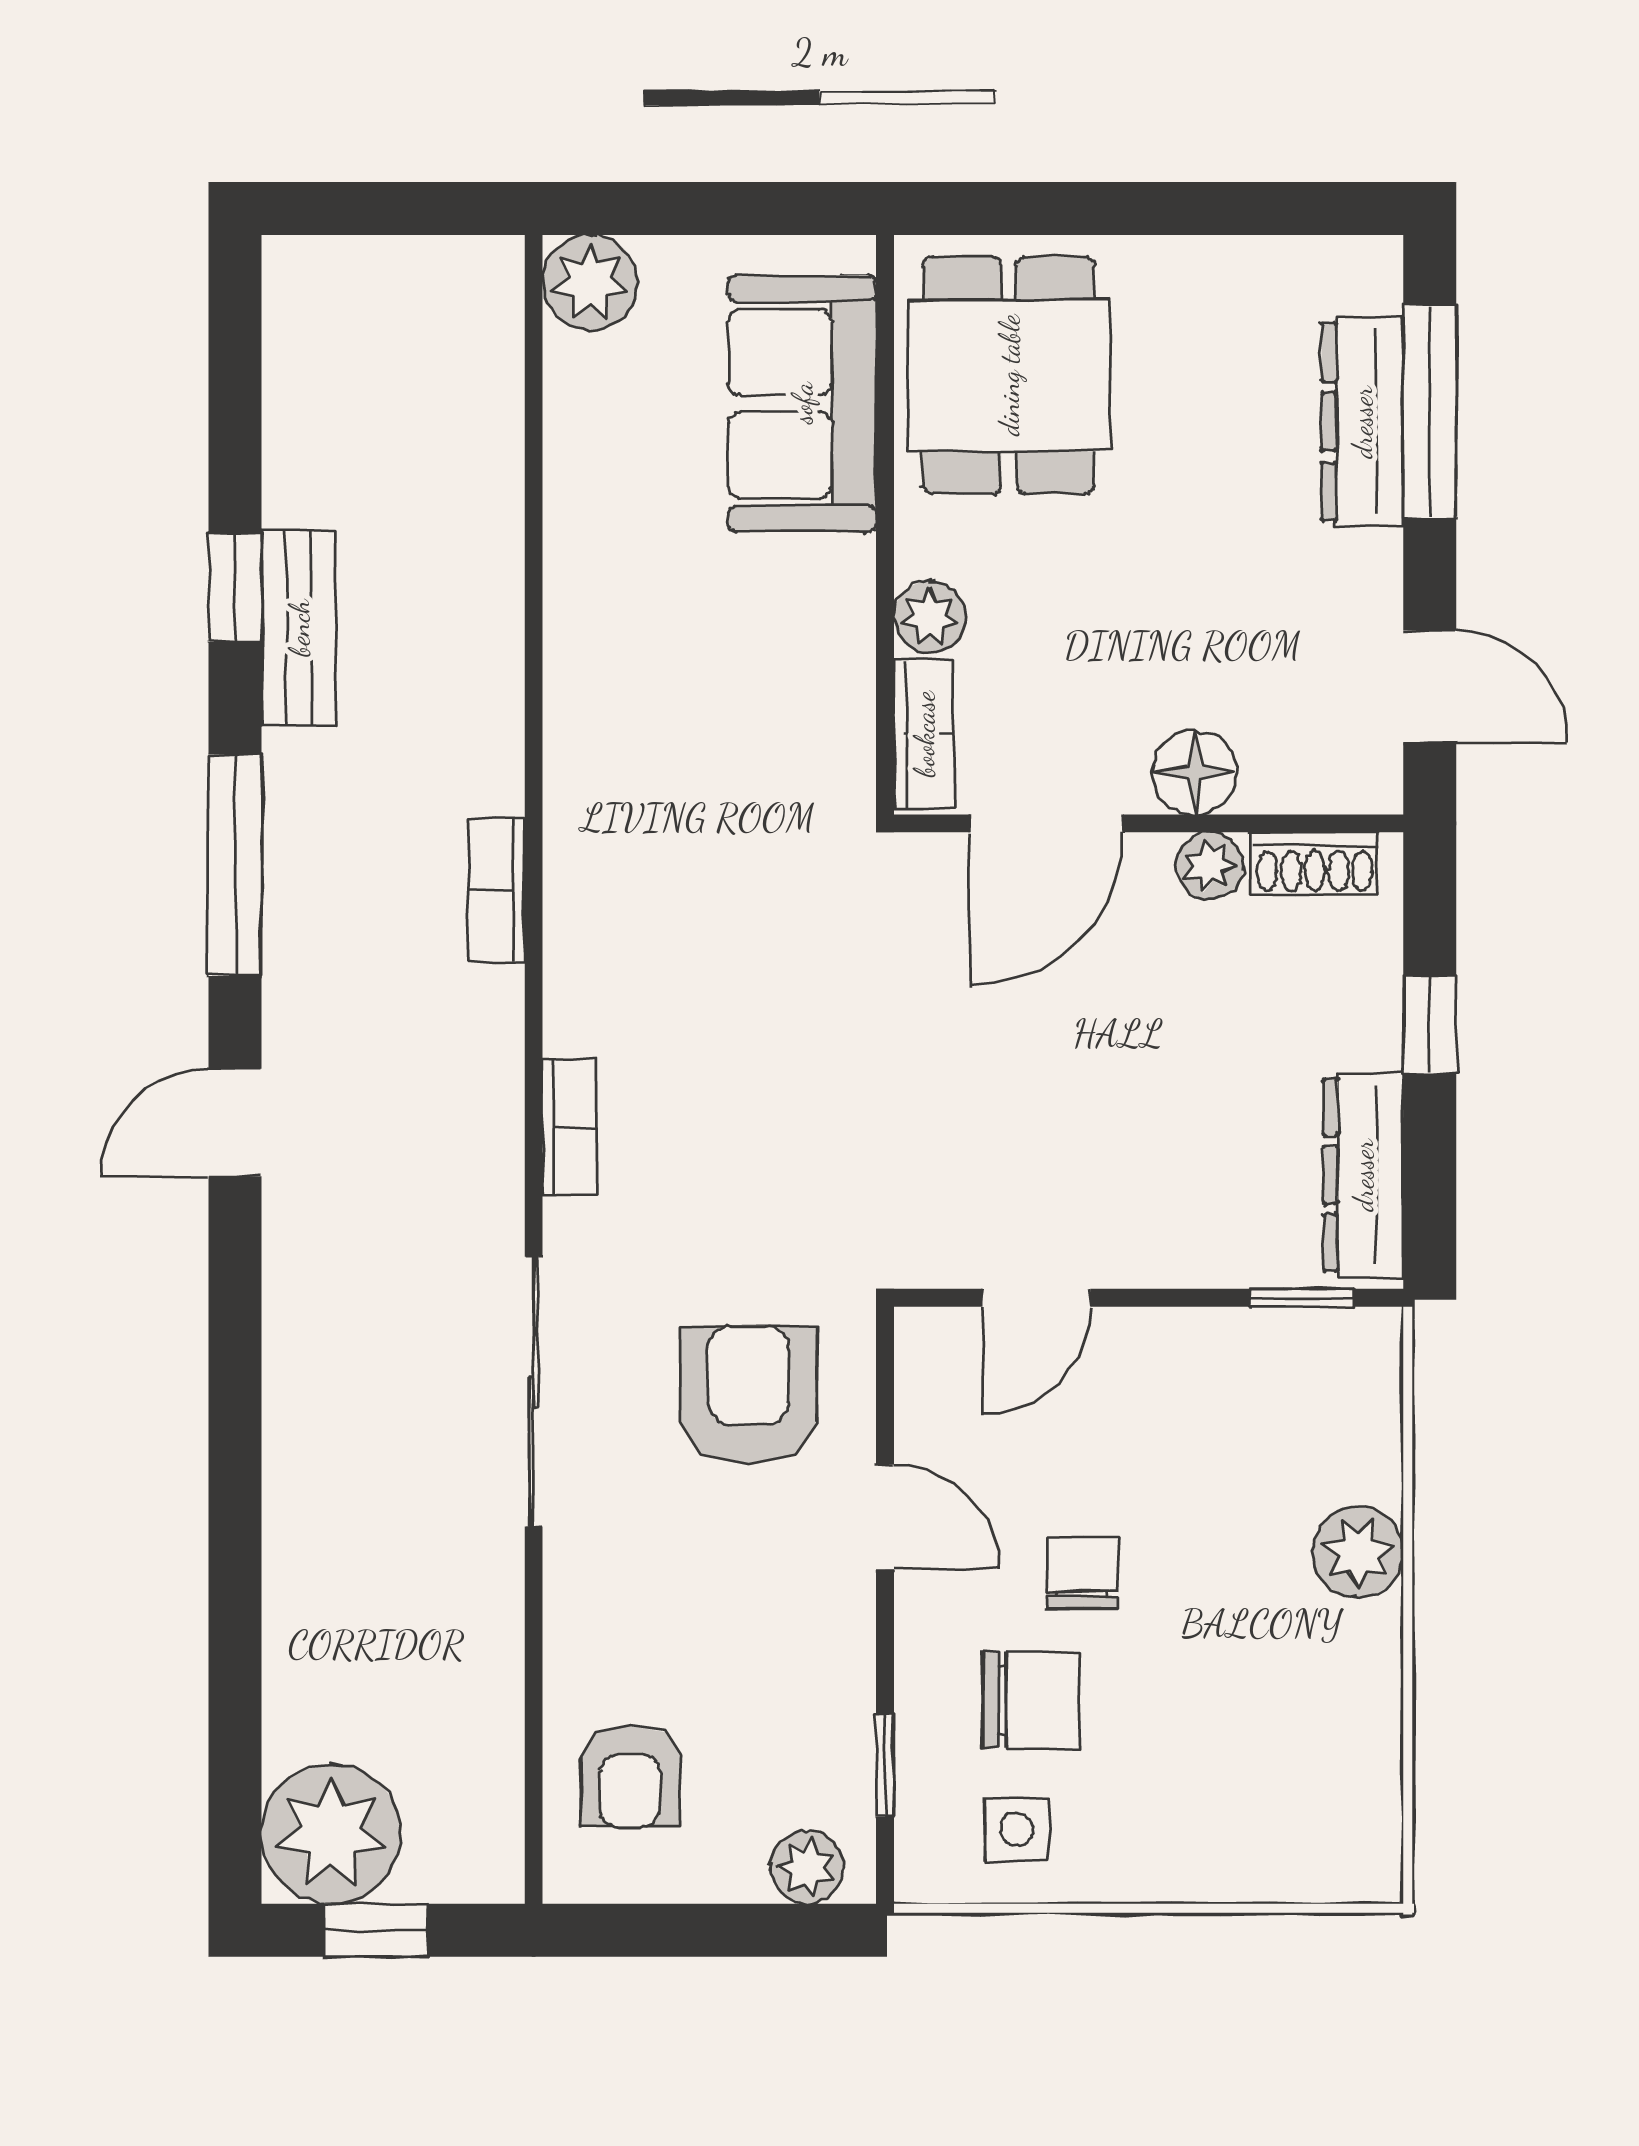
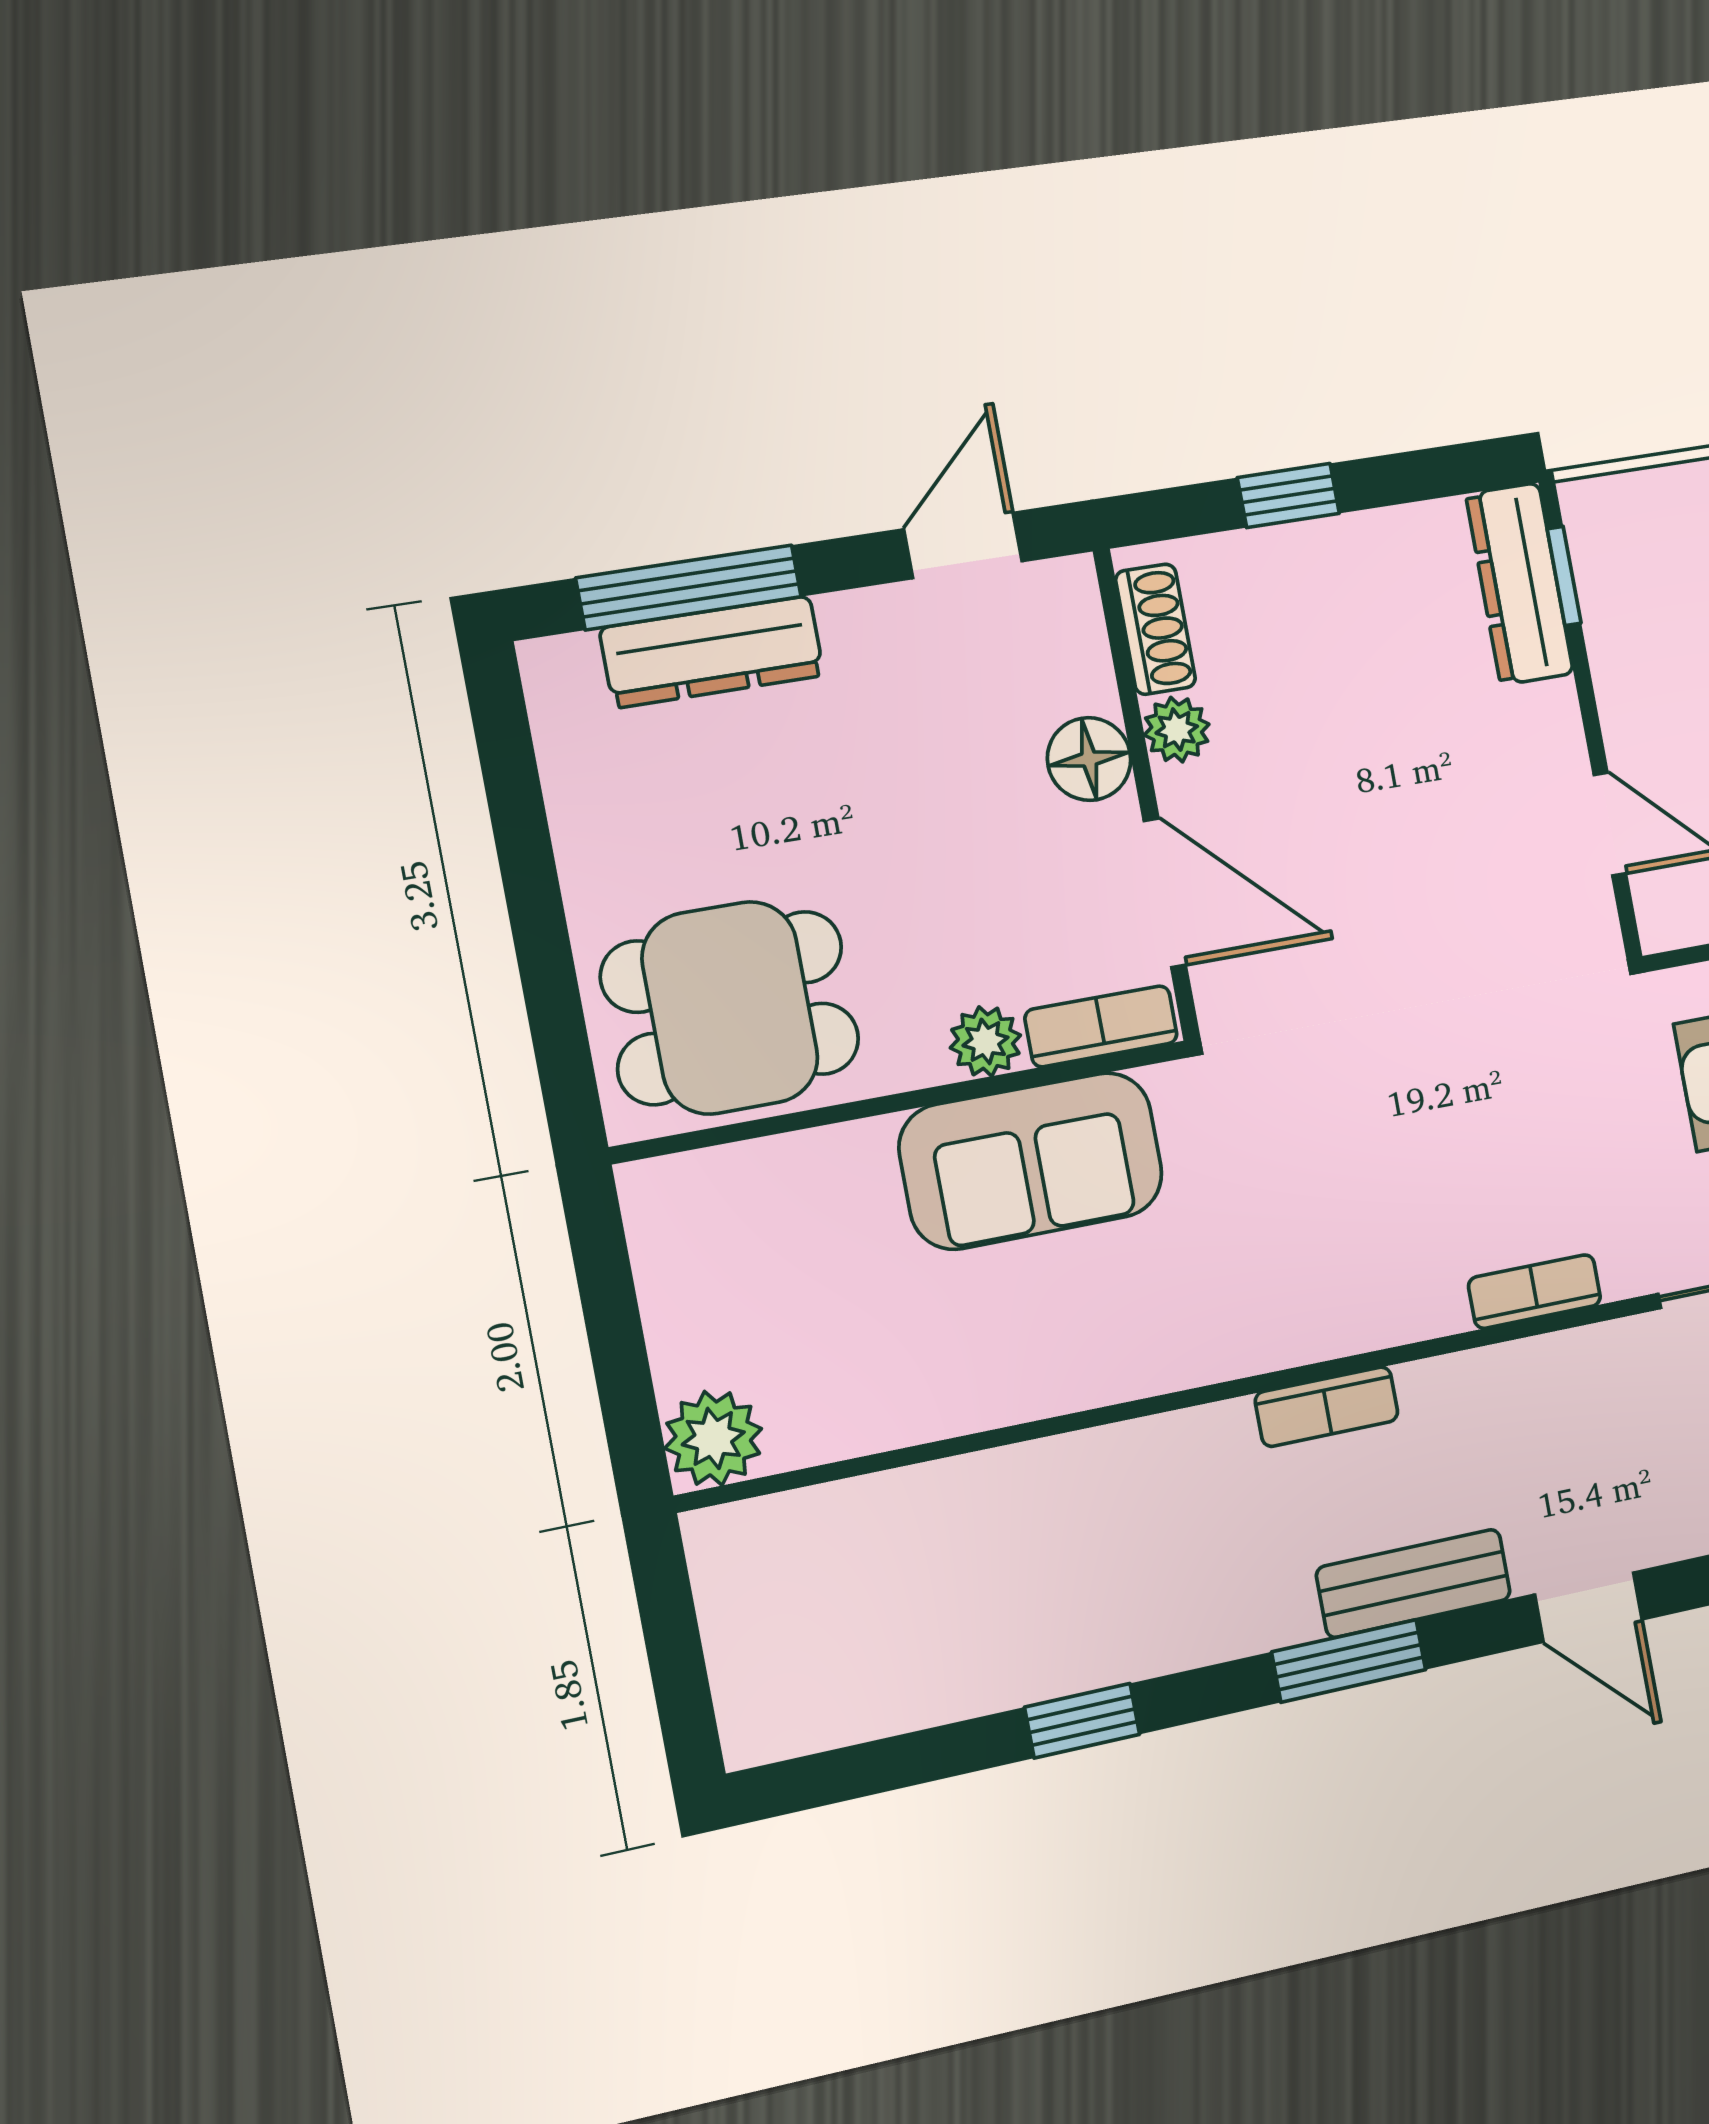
sofa: (802, 403) -> (1031, 1161), moved
bench: (299, 628) -> (1414, 1583), moved
window: (235, 865) -> (1349, 1661), width x0.69
dresser: (1363, 1175) -> (1520, 584), moved, turned 90

